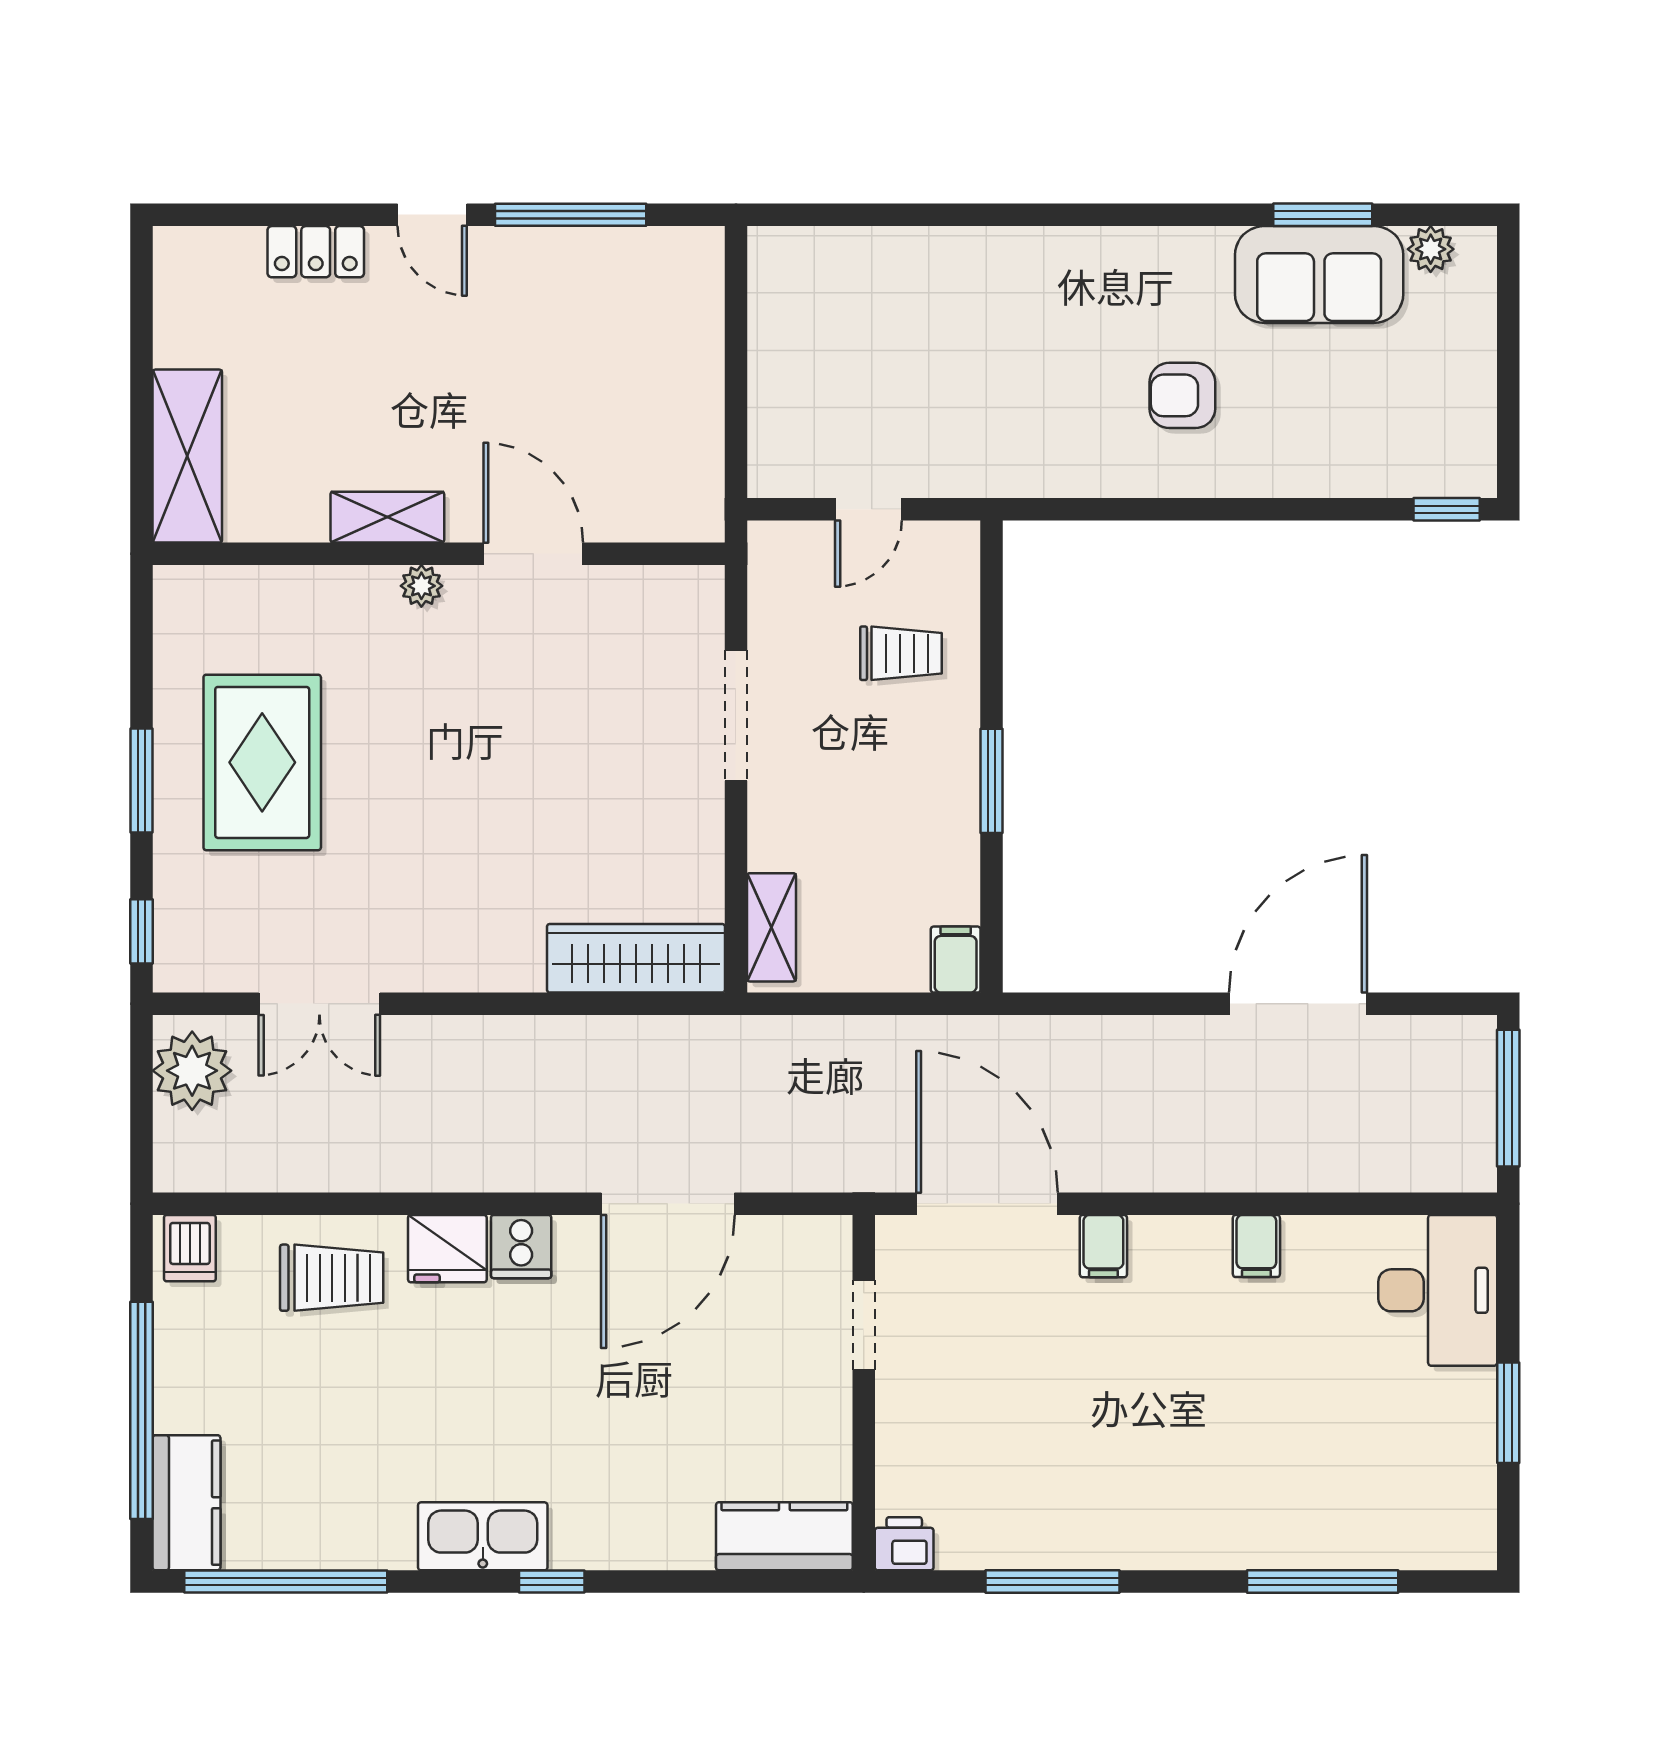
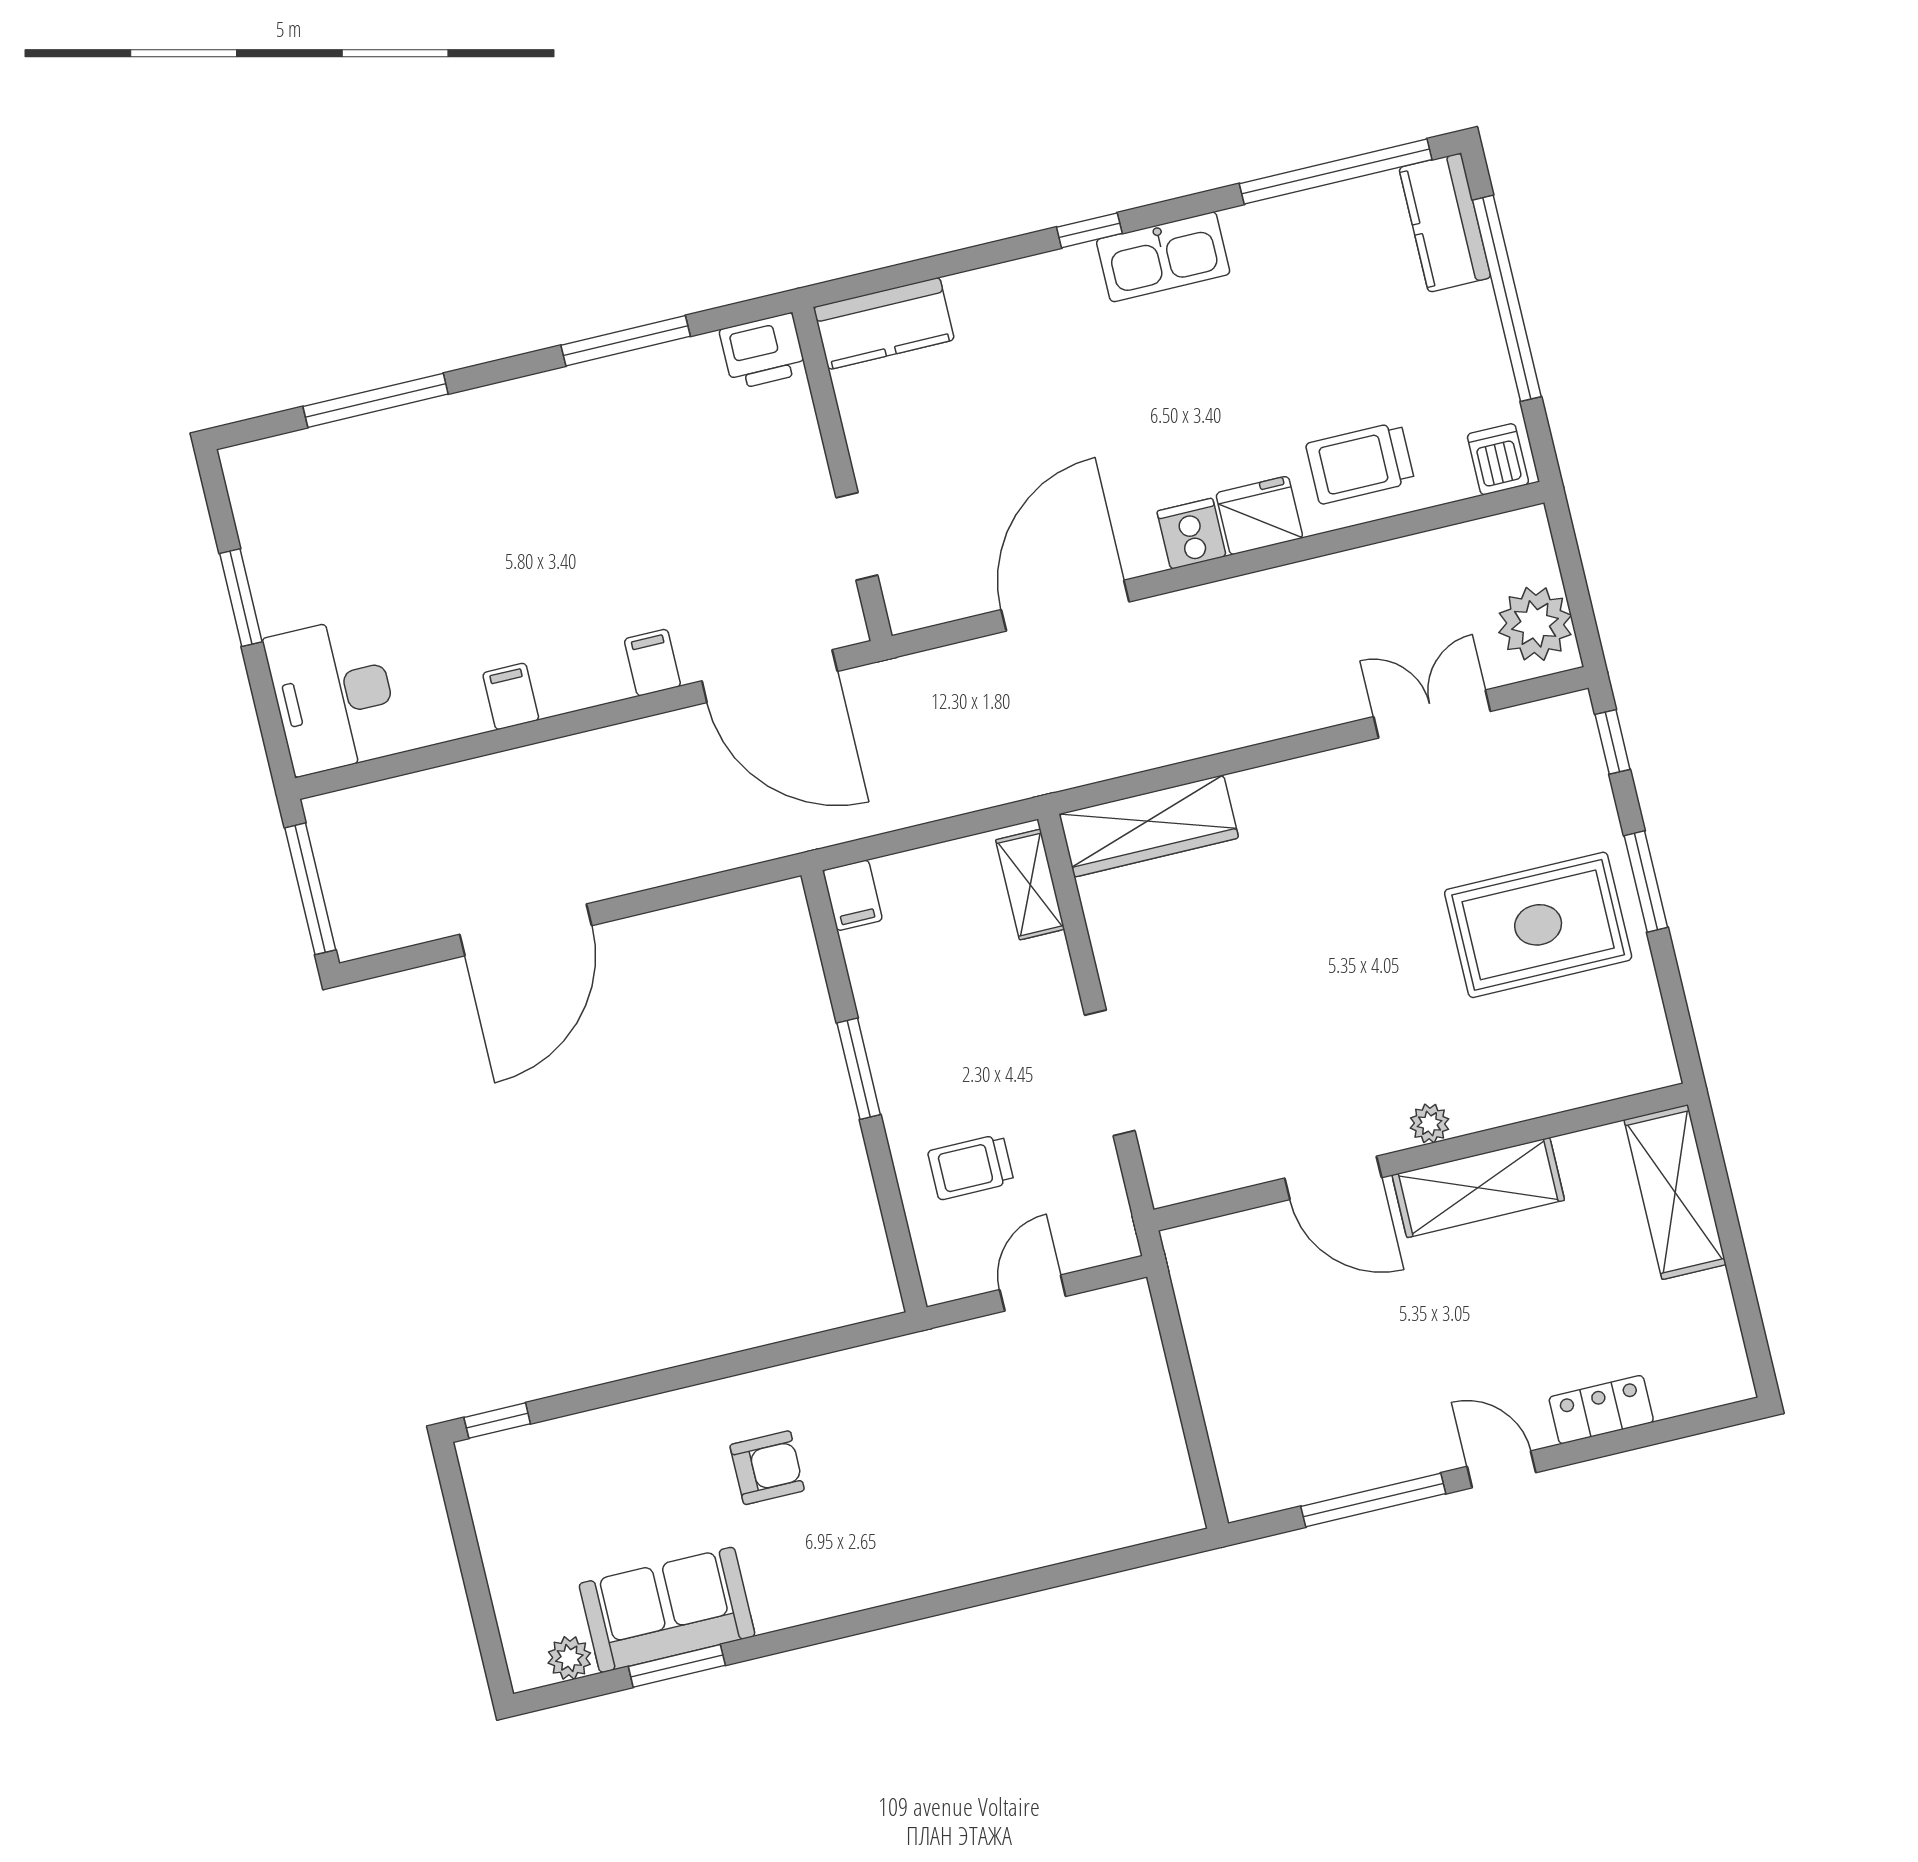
shelving: (387, 517) -> (1478, 1188), width x1.50, depth x1.33
rug: (262, 762) -> (1538, 925), turned 90
printer: (904, 1544) -> (763, 351), width x1.36, depth x1.24

